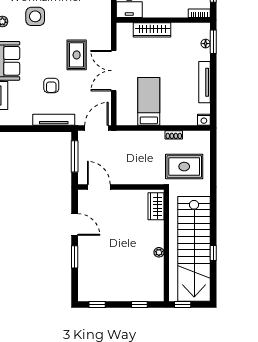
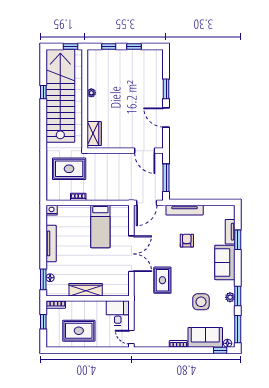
wardrobe: (152, 30) -> (86, 290), moved
rug: (77, 55) -> (162, 280), moved
window: (97, 305) -> (134, 47), moved

